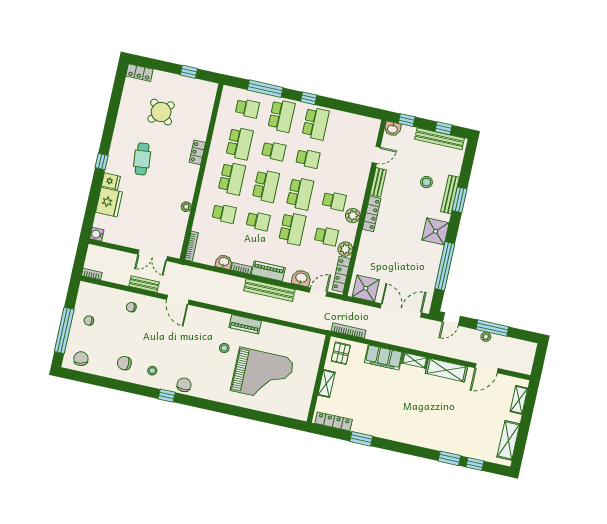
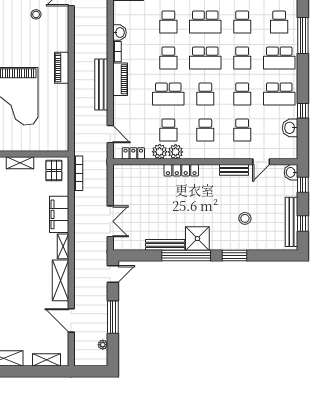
window: (309, 98) -> (303, 111), moved
school desk: (240, 143) -> (242, 22), width x0.54
door: (376, 155) -> (261, 162), hinge flipped
school desk: (342, 166) -> (242, 130), added
school desk: (300, 194) -> (205, 94), width x0.54
bench: (450, 194) -> (165, 245), moved
locker: (372, 214) -> (181, 170), moved
plant: (353, 216) -> (176, 152), moved
window: (445, 266) -> (186, 256), moved
locker: (341, 274) -> (133, 153), width x0.66
washbasin: (301, 278) -> (290, 128), moved, turned 180
shower: (366, 288) -> (125, 181), removed
double door: (401, 310) -> (110, 221), width x0.73
door: (451, 319) -> (113, 274), swing flipped
plant: (486, 337) -> (103, 345), moved
stool: (224, 348) -> (36, 14), moved
pallet: (341, 353) -> (54, 170), turned 90

